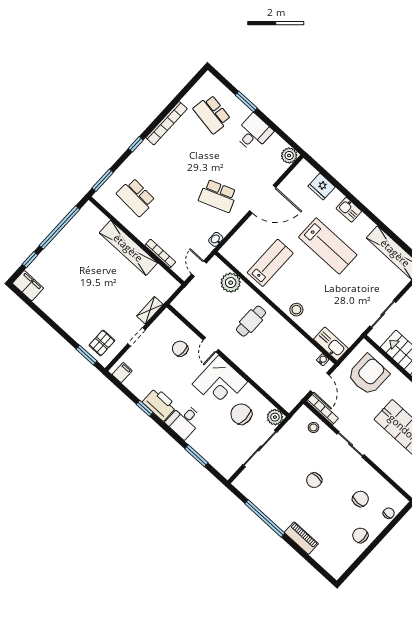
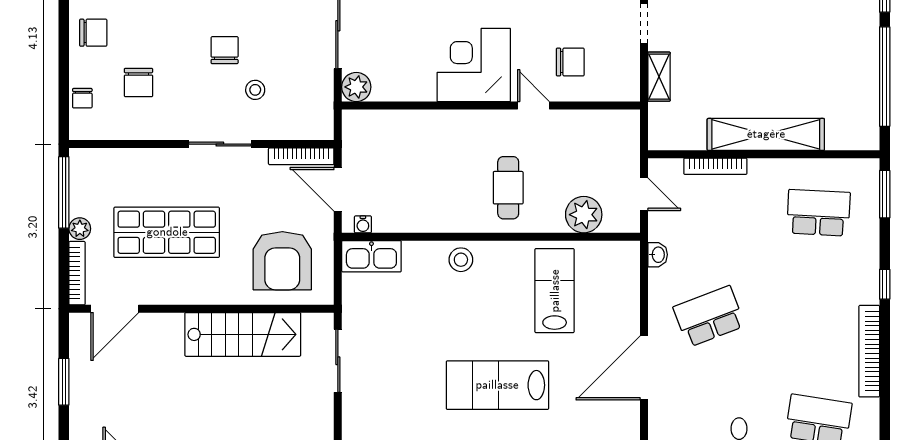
lab bench: (270, 263) -> (555, 291), turned 180
chair: (241, 414) -> (406, 49), removed
stool: (313, 427) -> (255, 90), moved

